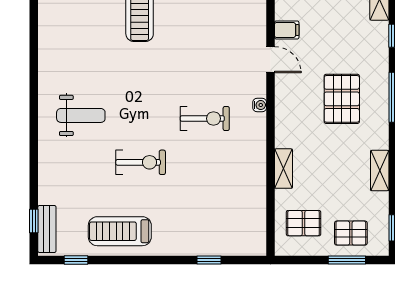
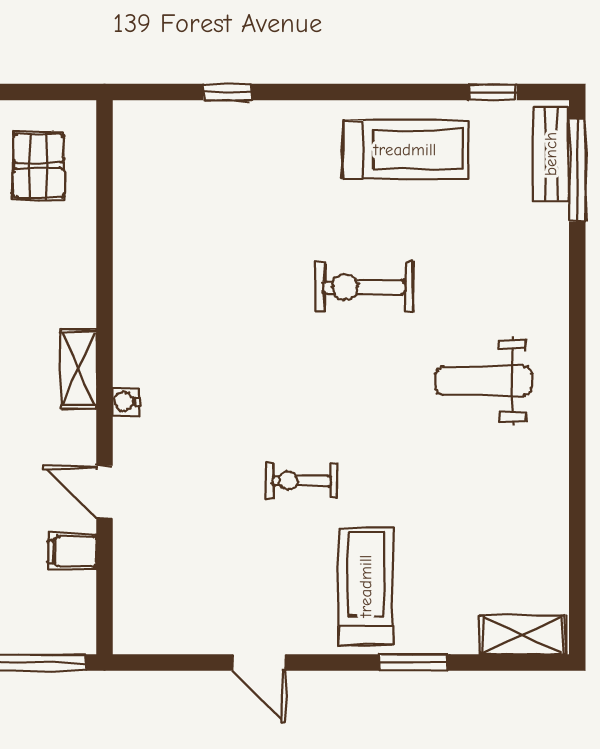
exercise bike: (205, 119) -> (302, 481), moved, width x0.73, depth x0.72
shelving: (284, 169) -> (79, 369), moved
window: (34, 221) -> (577, 170), width x2.17
pallet: (304, 223) -> (39, 166), turned 90

